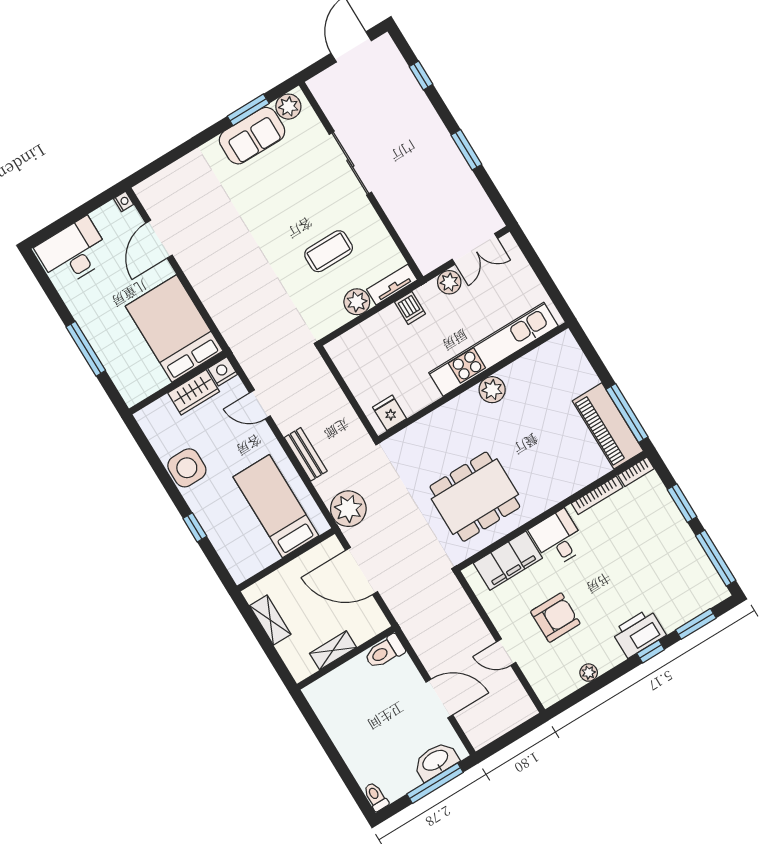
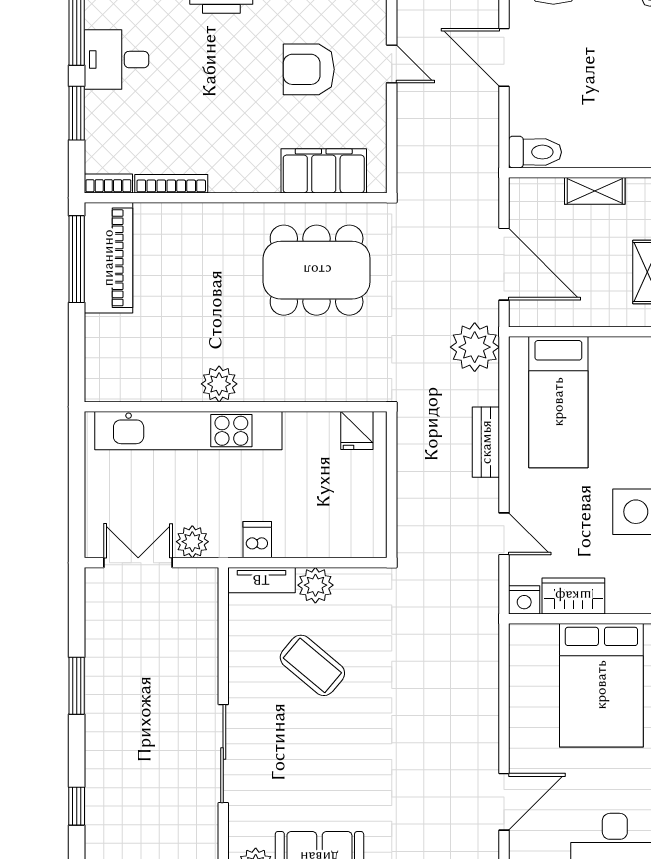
coffee table: (329, 251) -> (312, 665), turned 40
bed: (174, 329) -> (601, 685), moved
desk: (558, 539) -> (117, 60), moved, turned 90

